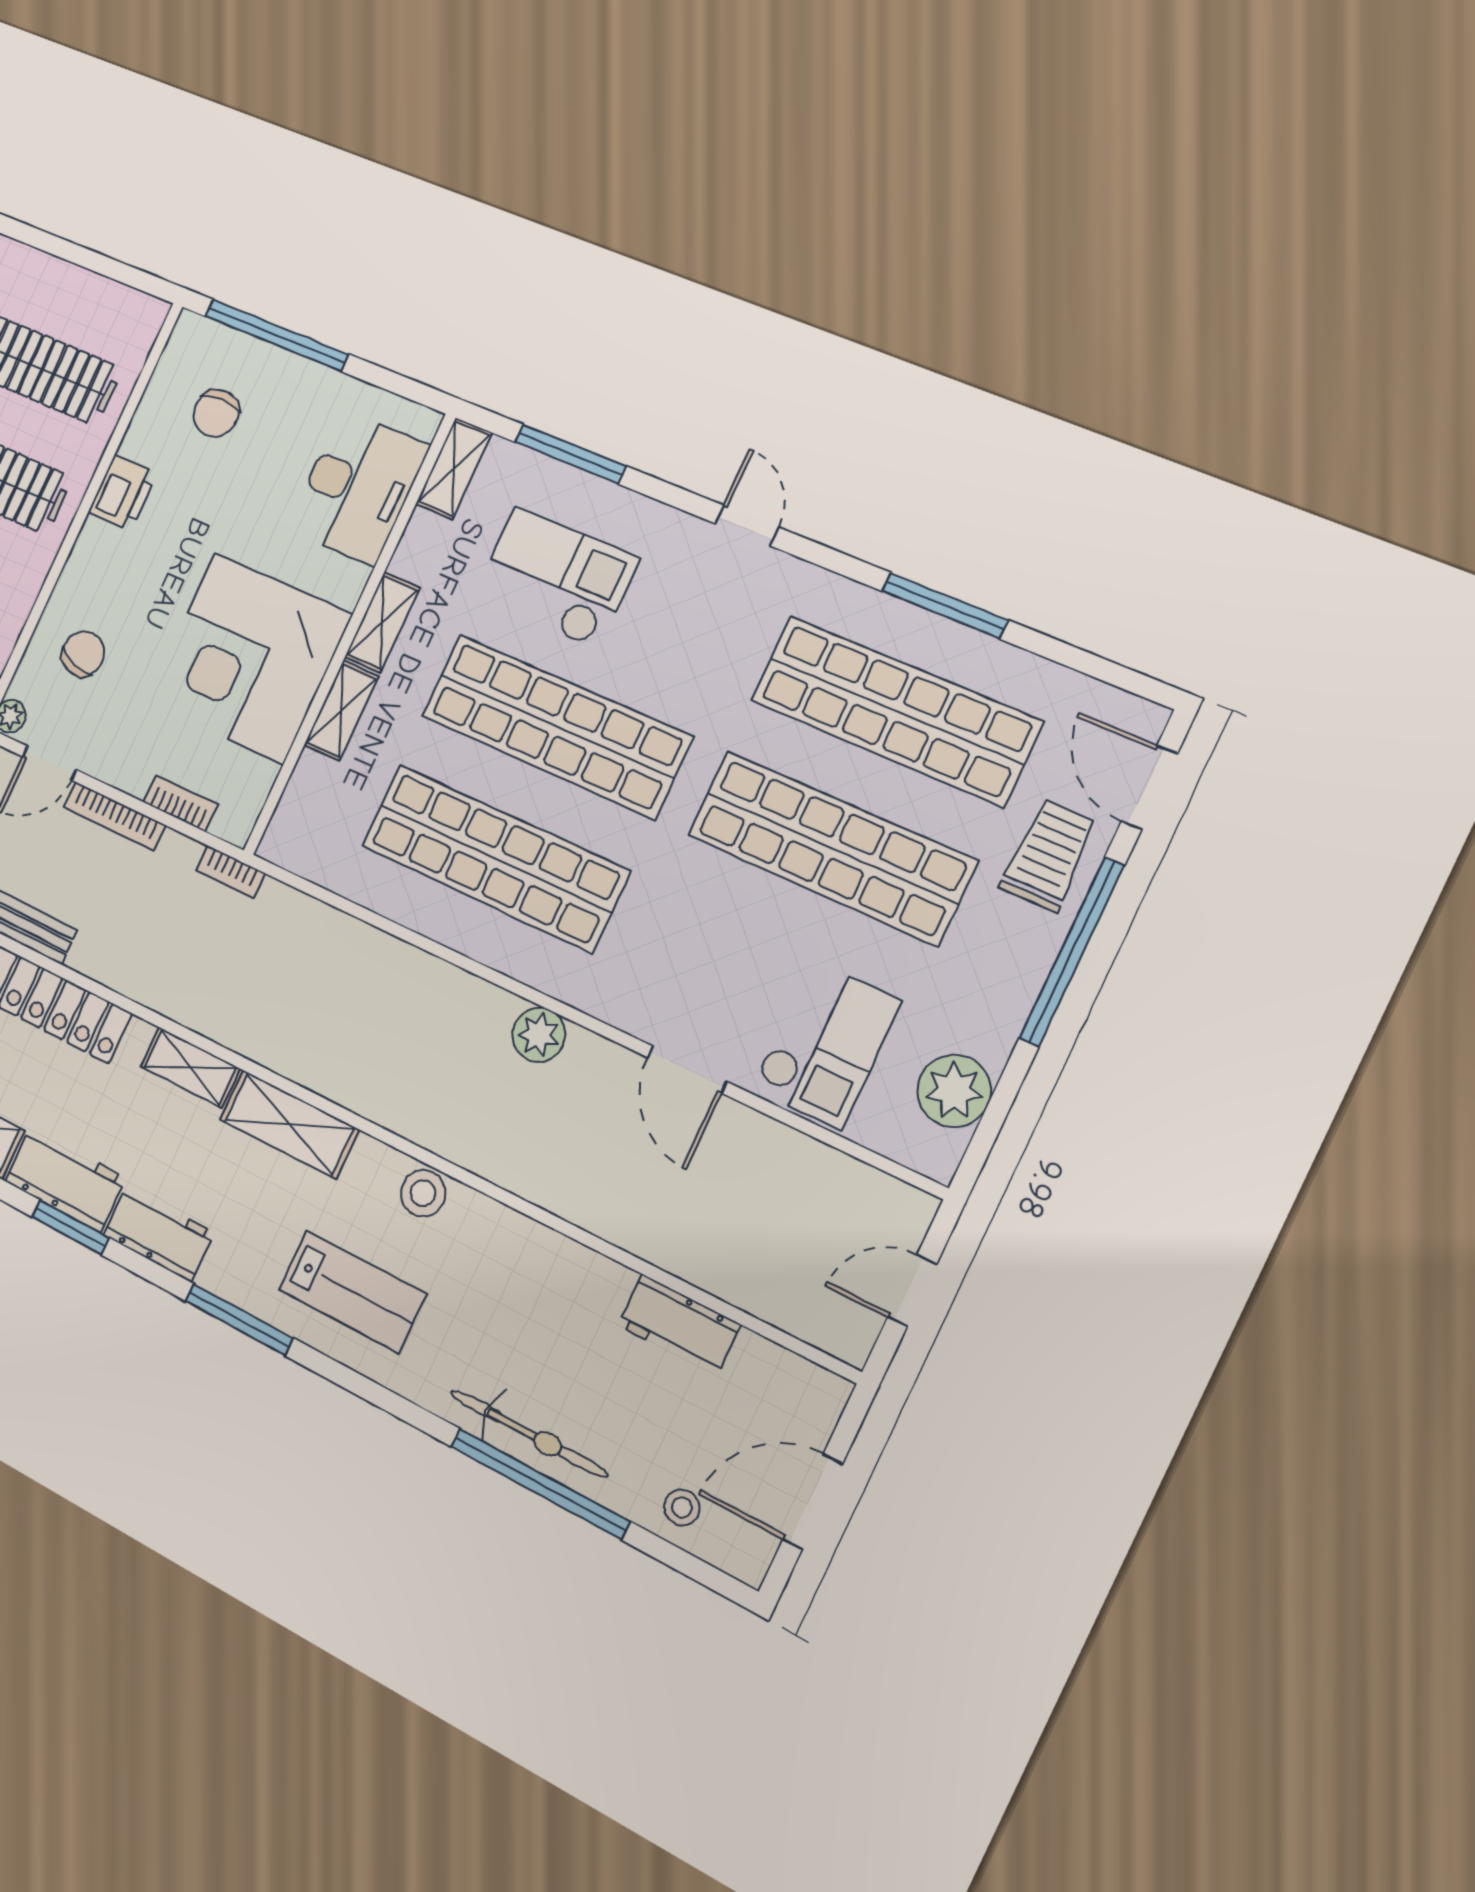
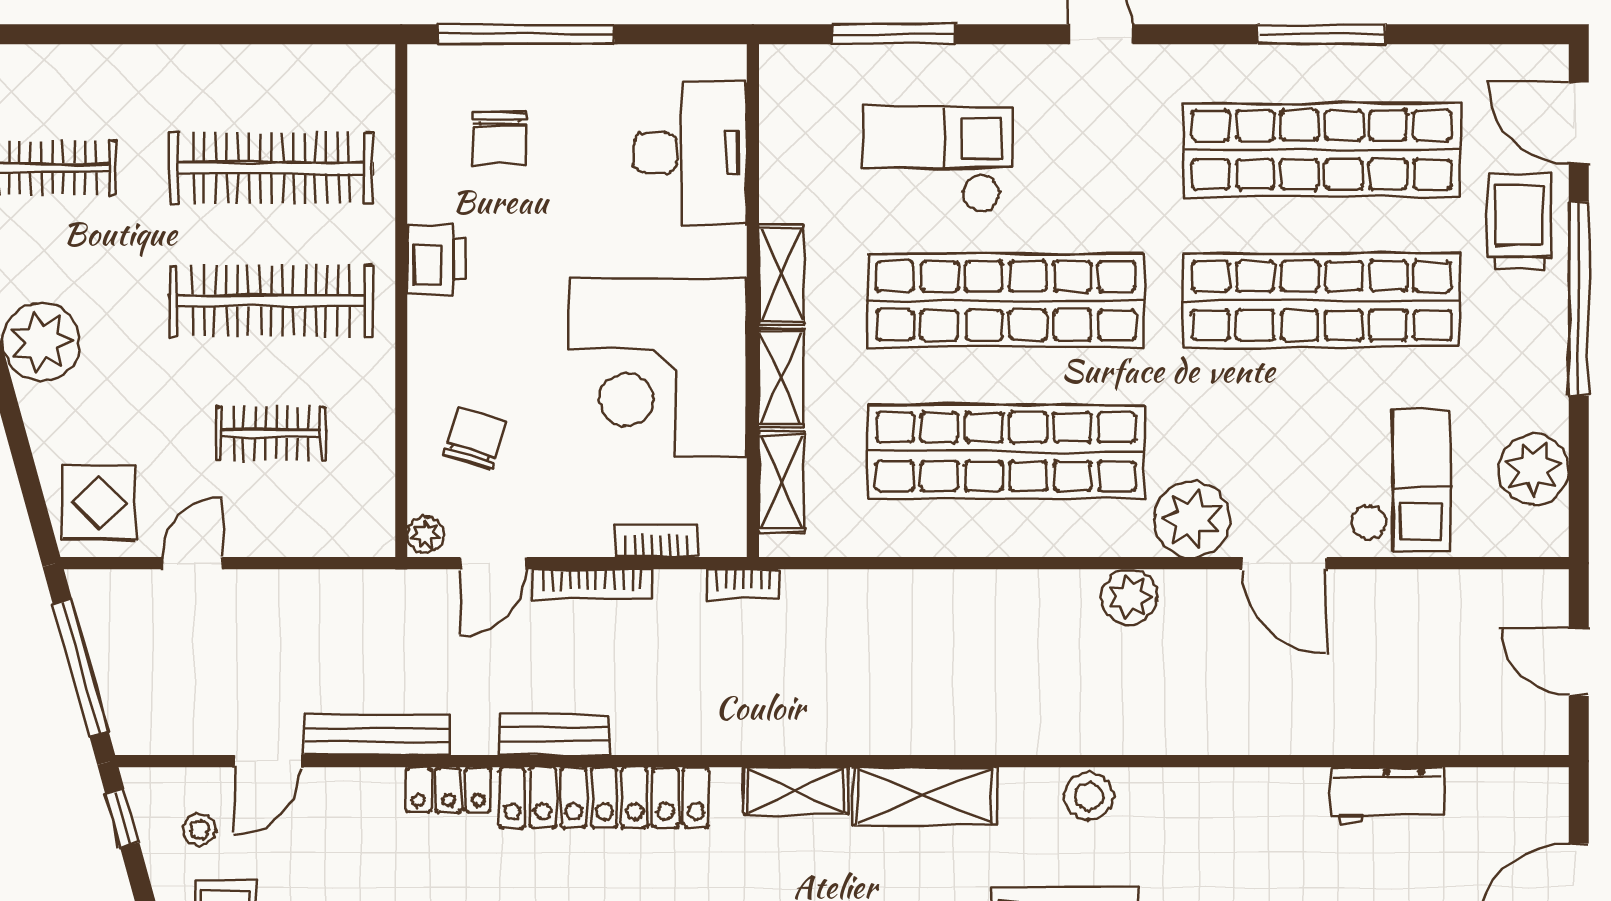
shelving: (454, 468) -> (781, 482), moved
plant: (625, 992) -> (1192, 519), added
door: (912, 1291) -> (1579, 662), hinge flipped

